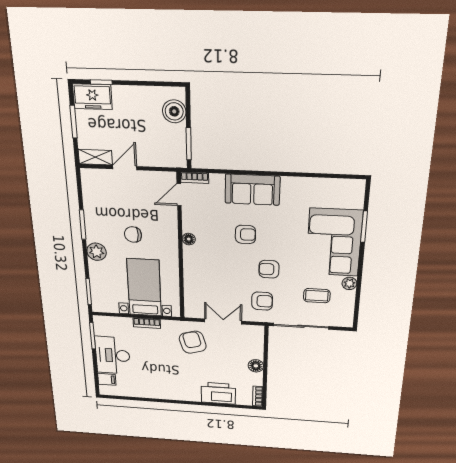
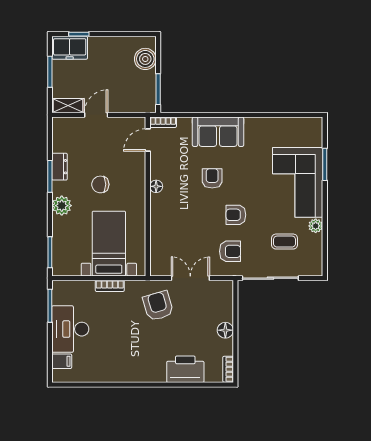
dresser: (91, 216) -> (60, 167), added
armchair: (245, 234) -> (212, 178), turned -90

